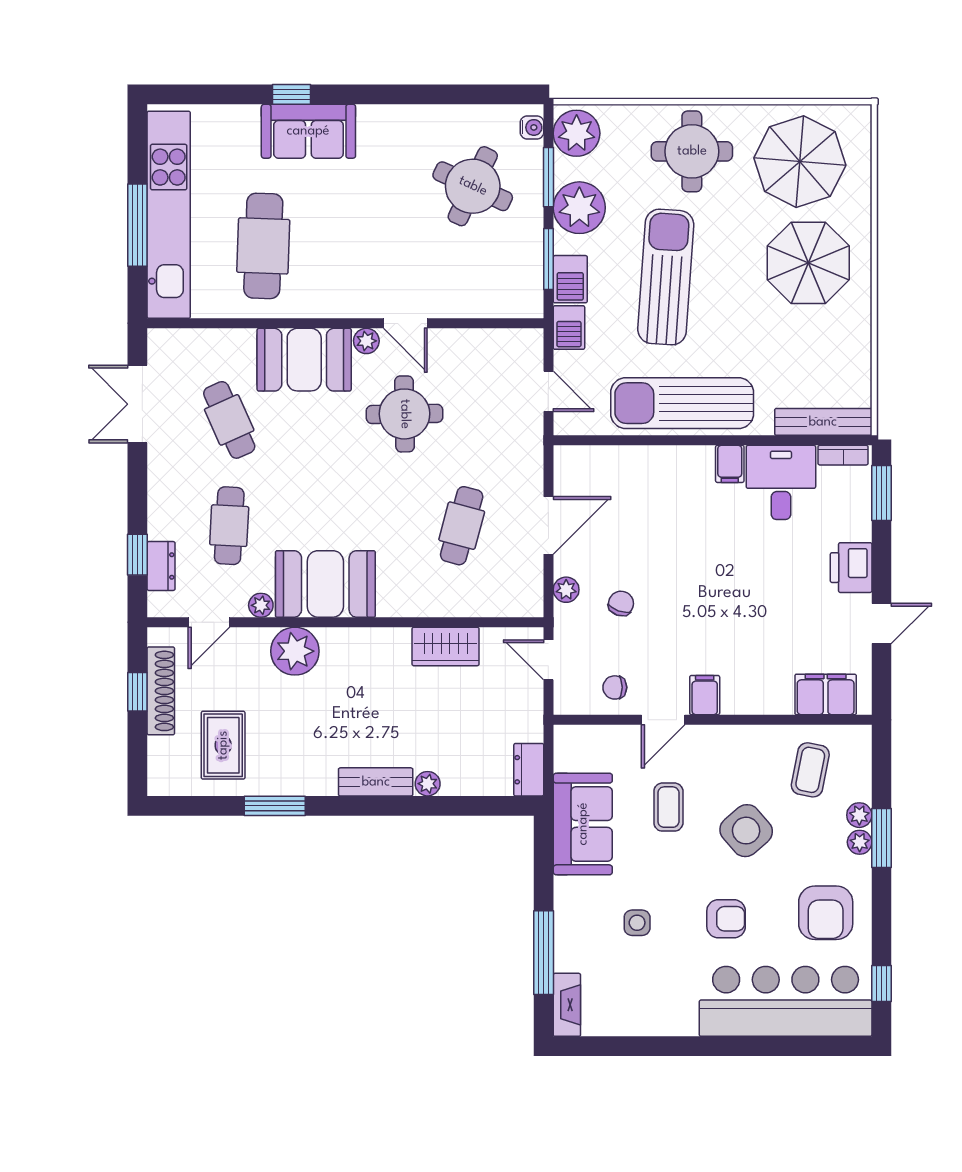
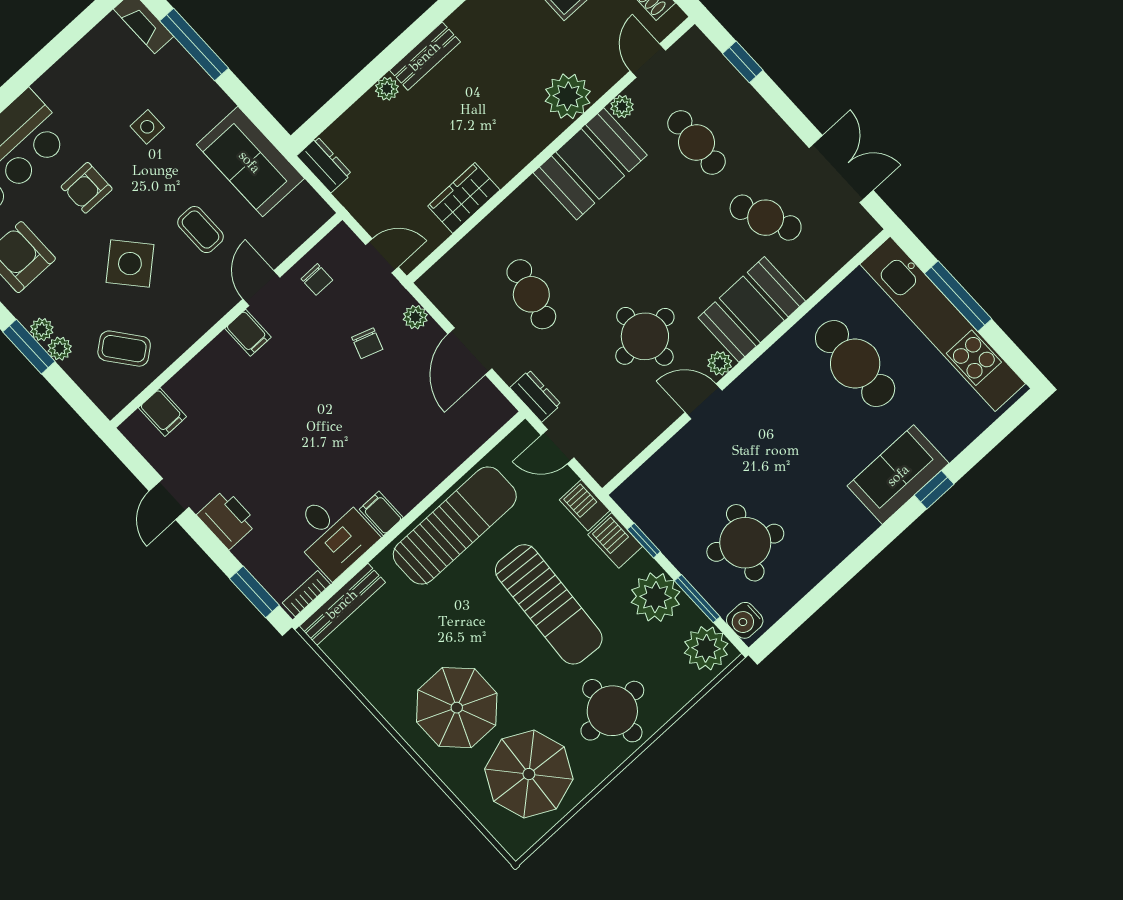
water cooler: (532, 127) -> (745, 620), width x1.38, depth x1.38
window: (548, 259) -> (644, 540), width x0.67
dresser: (161, 566) -> (535, 396), moved, turned 180
chair: (615, 687) -> (317, 279), turned 90
filing cabinet: (826, 694) -> (162, 412), width x0.50
coffee table: (810, 770) -> (124, 349), turned -49

